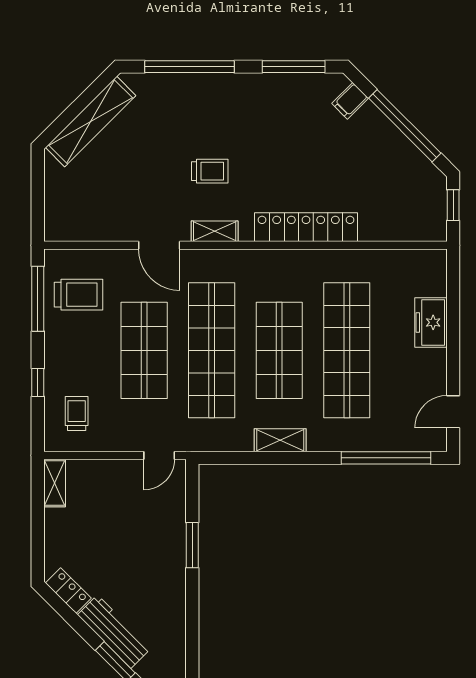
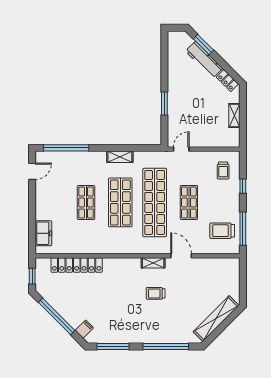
locker: (306, 227) -> (77, 265), moved
freezer: (431, 322) -> (43, 233), moved
shop shelf: (144, 350) -> (189, 202), width x0.70, depth x0.74
shop shelf: (347, 350) -> (86, 202), width x0.50, depth x0.74
shelving: (55, 483) -> (234, 116), moved

